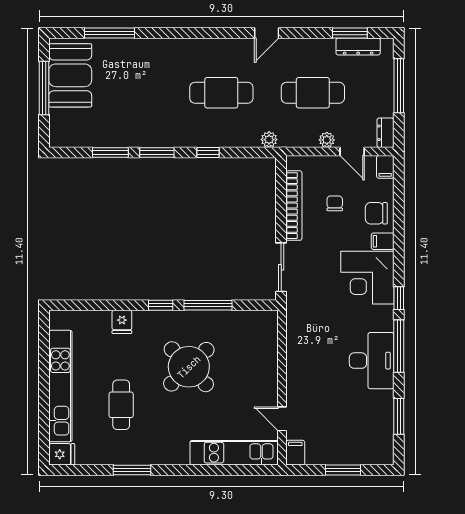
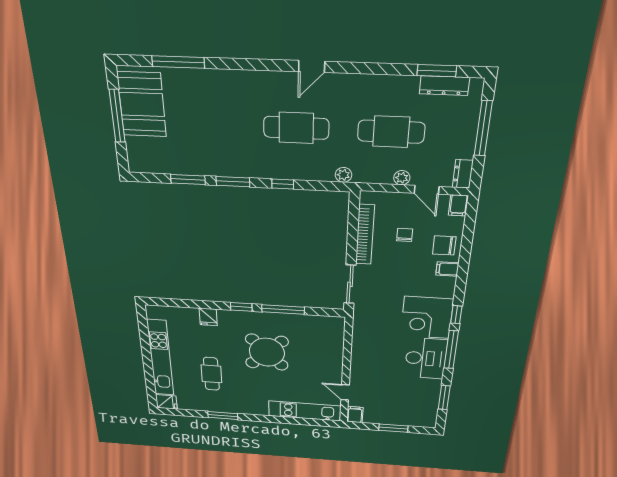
door: (267, 33) -> (312, 66), moved
corner desk: (367, 278) -> (427, 317), moved

